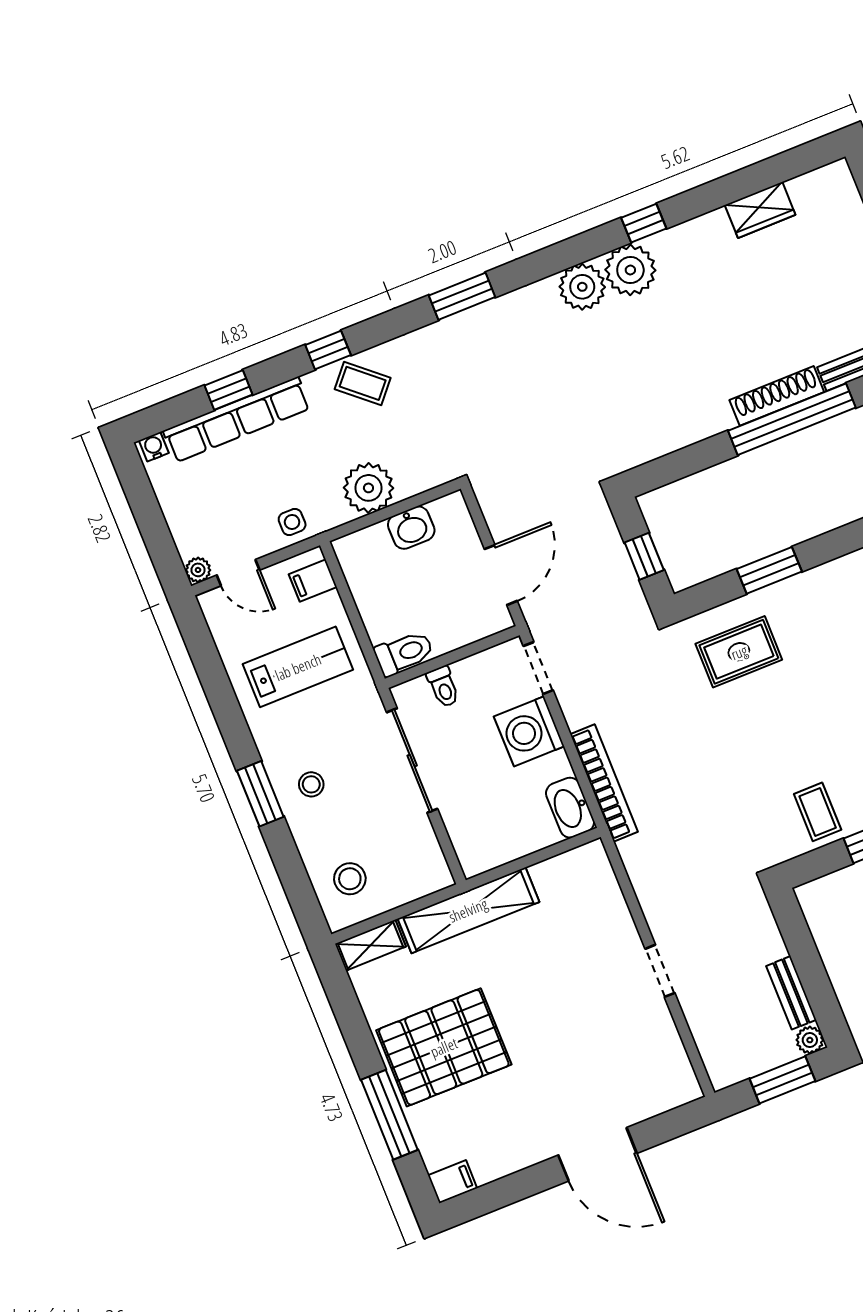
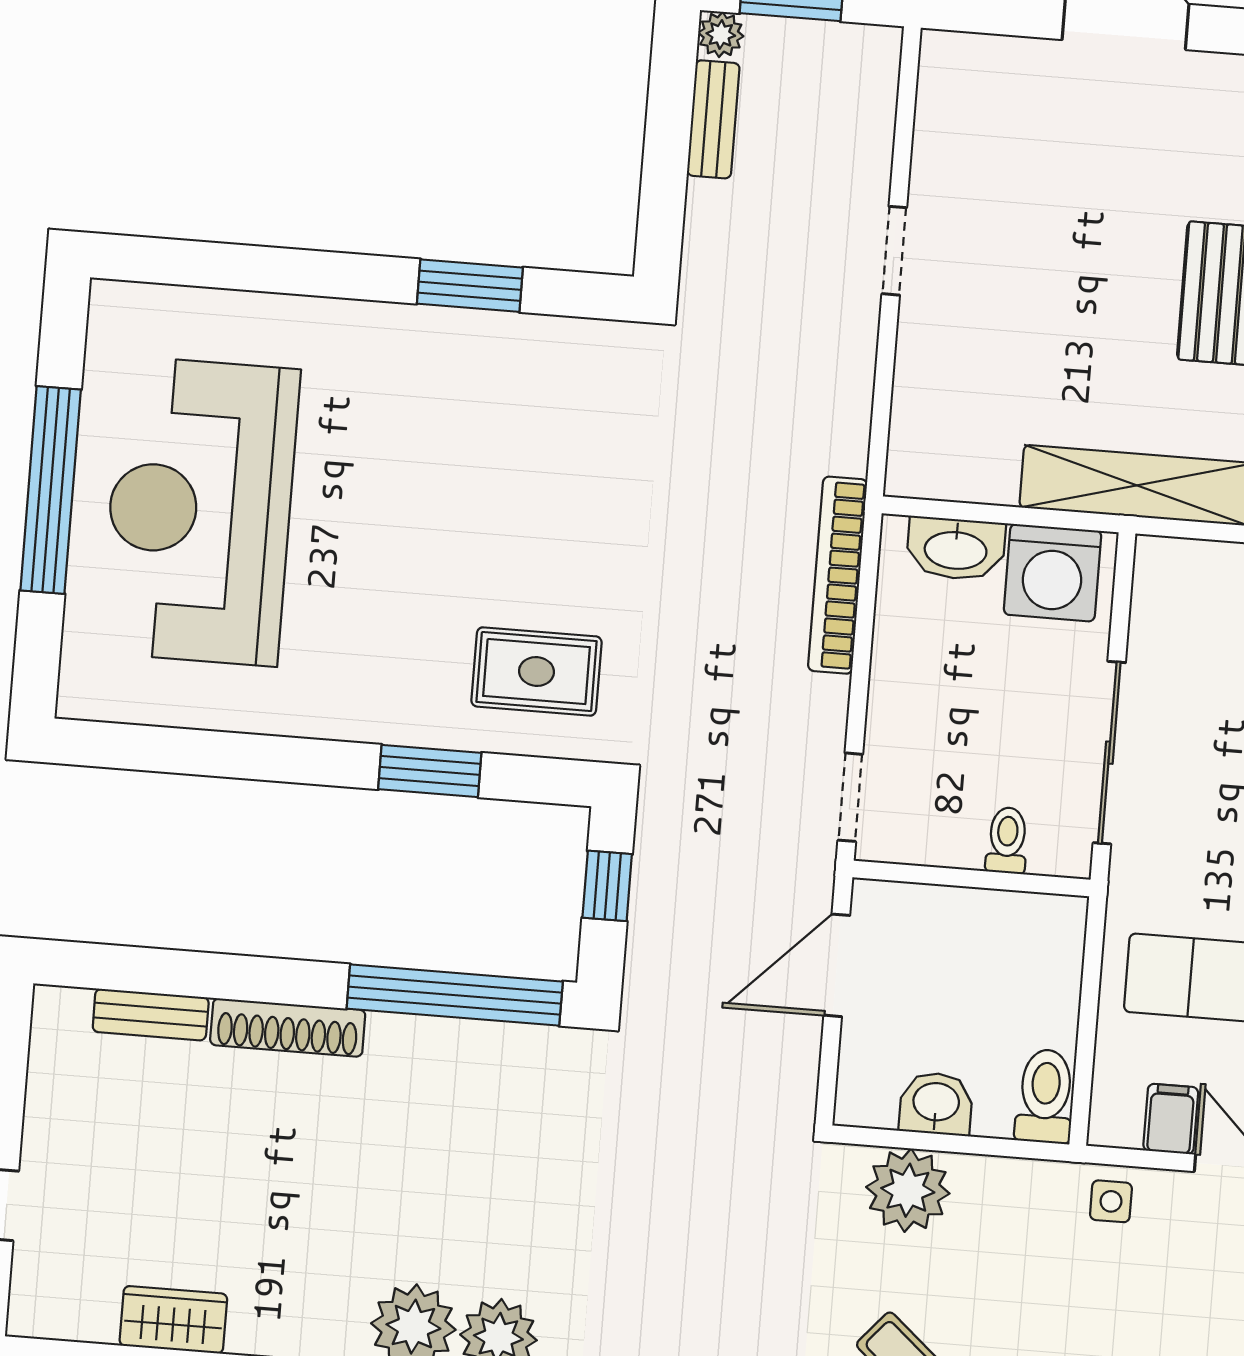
window: (792, 419) -> (455, 995), moved
plant: (368, 488) -> (908, 1190), moved
filing cabinet: (313, 581) -> (1171, 1119), moved, turned -90
toilet: (404, 653) -> (1045, 1096), moved, turned 90
washing machine: (529, 731) -> (1053, 573), moved, turned 90
washbasin: (570, 808) -> (956, 549), moved, turned 90
coffee table: (818, 812) -> (538, 372), removed

